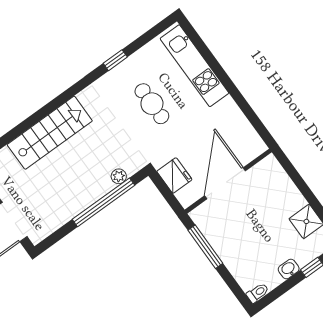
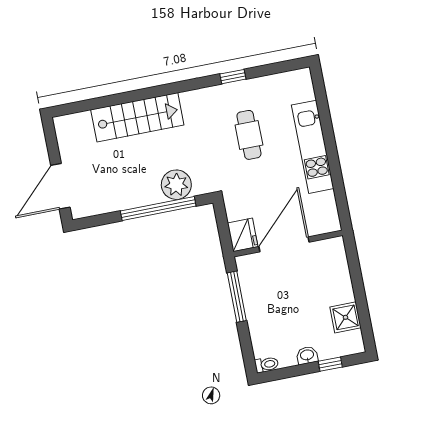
kitchen unit: (194, 66) -> (313, 147), moved
fridge: (174, 175) -> (243, 235), moved
plant: (119, 176) -> (176, 185), width x1.87, depth x1.87

